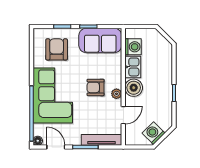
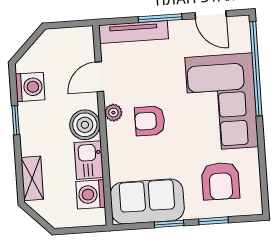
shelving: (167, 58) -> (32, 178), added
armchair: (96, 87) -> (150, 121), turned 180
washing machine: (154, 133) -> (30, 87), moved, turned -45
floor lamp: (38, 141) -> (242, 23), removed

